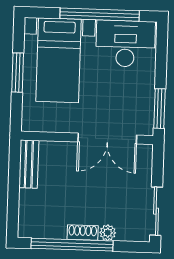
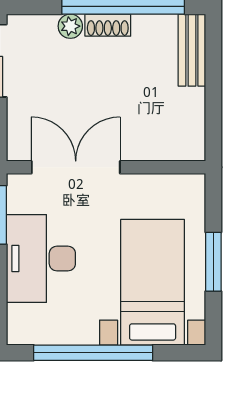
desk: (125, 44) -> (41, 259), moved, turned 90
bench: (29, 164) -> (192, 50), moved

